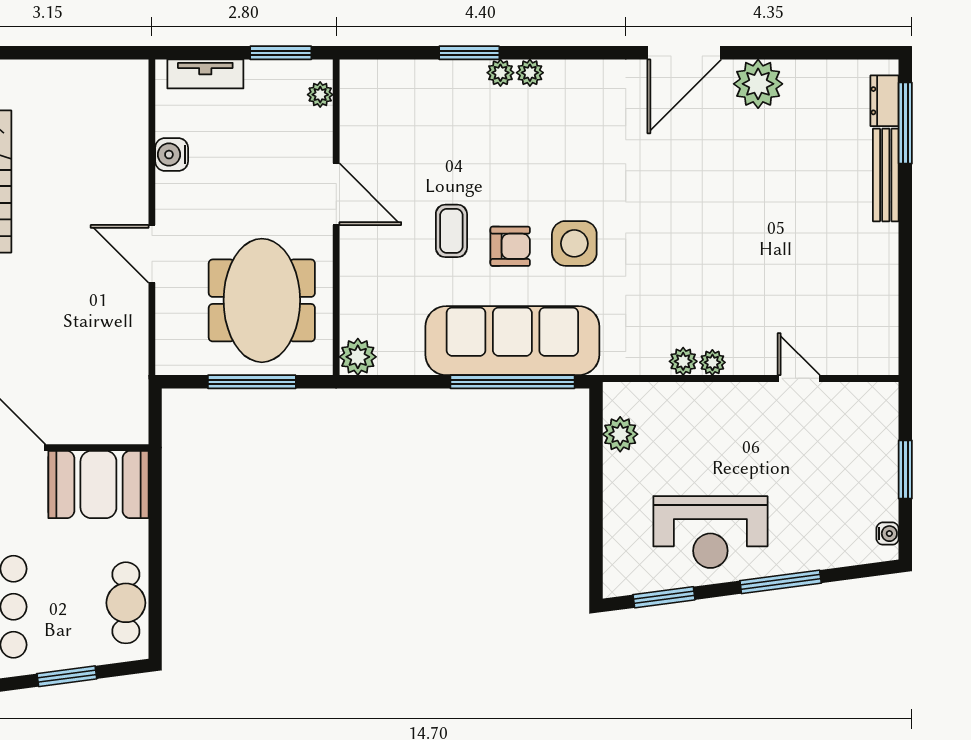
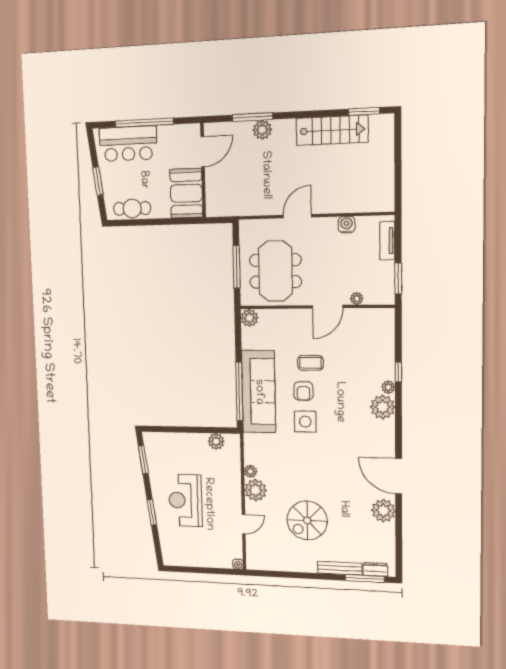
window: (469, 53) -> (398, 372), width x0.67
plant: (530, 73) -> (383, 407), width x1.88, depth x1.88
plant: (320, 95) -> (357, 299), moved
spiral stairs: (785, 242) -> (307, 520), added
meeting table: (262, 300) -> (275, 271), turned 90
plant: (712, 362) -> (256, 490), width x1.88, depth x1.88
window: (905, 470) -> (204, 570), removed
reception desk: (710, 532) -> (185, 500), moved
water cooler: (888, 534) -> (238, 564), moved
window: (781, 582) -> (152, 512), width x0.69

